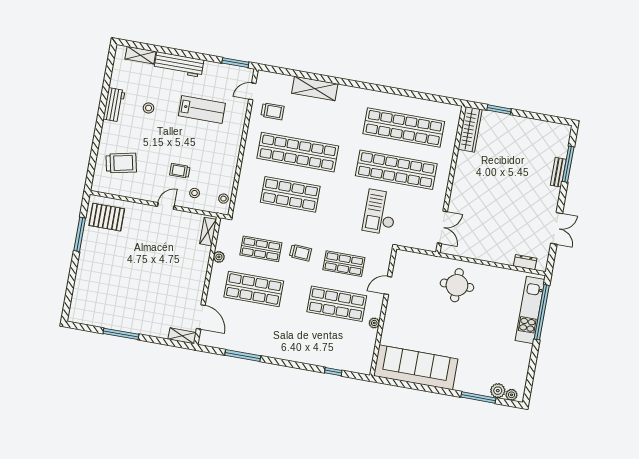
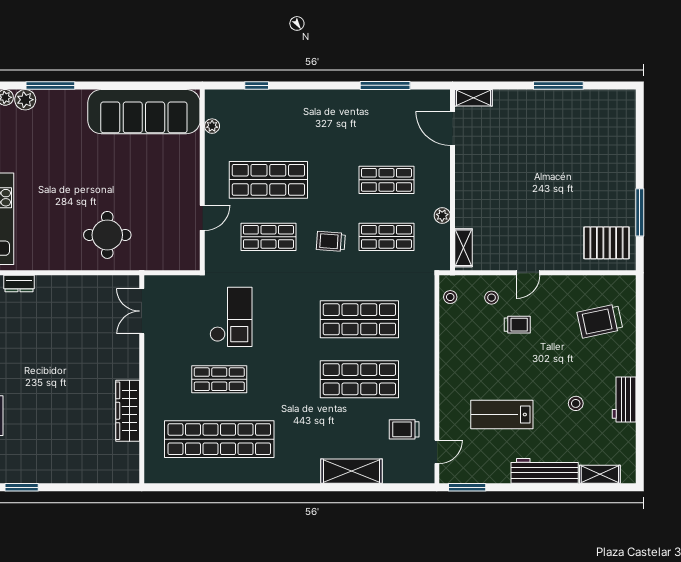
window: (499, 110) -> (22, 487), moved
wardrobe: (470, 129) -> (128, 411), moved
shop shelf: (298, 152) -> (359, 379), width x0.71
shop shelf: (396, 170) -> (219, 379), width x0.50, depth x0.74
shop shelf: (254, 289) -> (386, 180), width x0.70, depth x0.74
plant: (374, 323) -> (212, 126), moved

